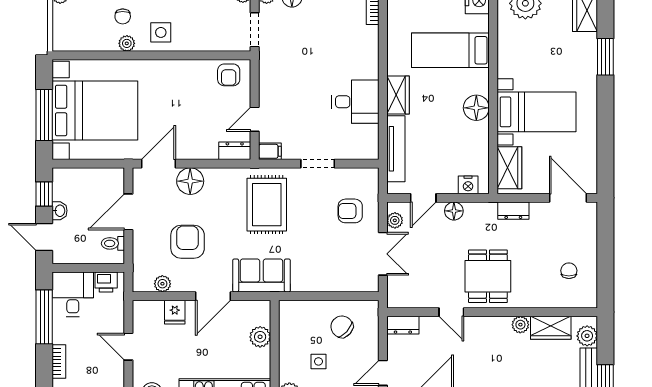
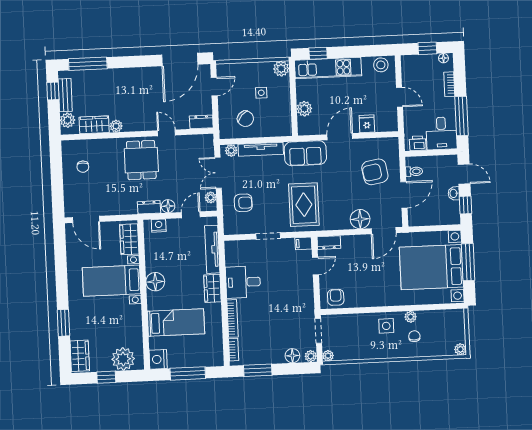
bookcase: (372, 52) -> (232, 318), added
dresser: (513, 211) -> (149, 207), moved
armchair: (188, 242) -> (375, 172), moved, turned 80
plant: (162, 284) -> (231, 151), moved
tv unit: (323, 284) -> (261, 149), added

